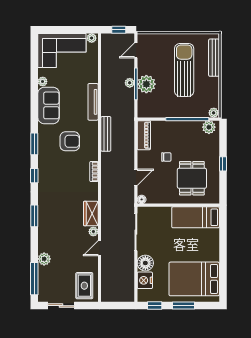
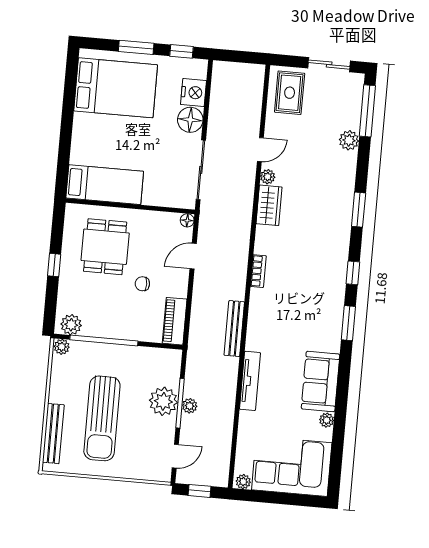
armchair: (70, 141) -> (292, 322), removed

